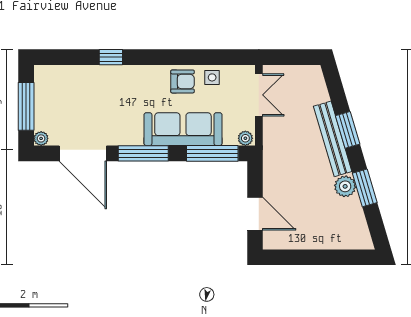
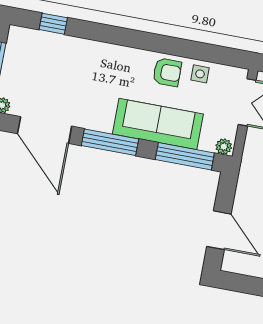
window: (111, 57) -> (53, 24), moved

